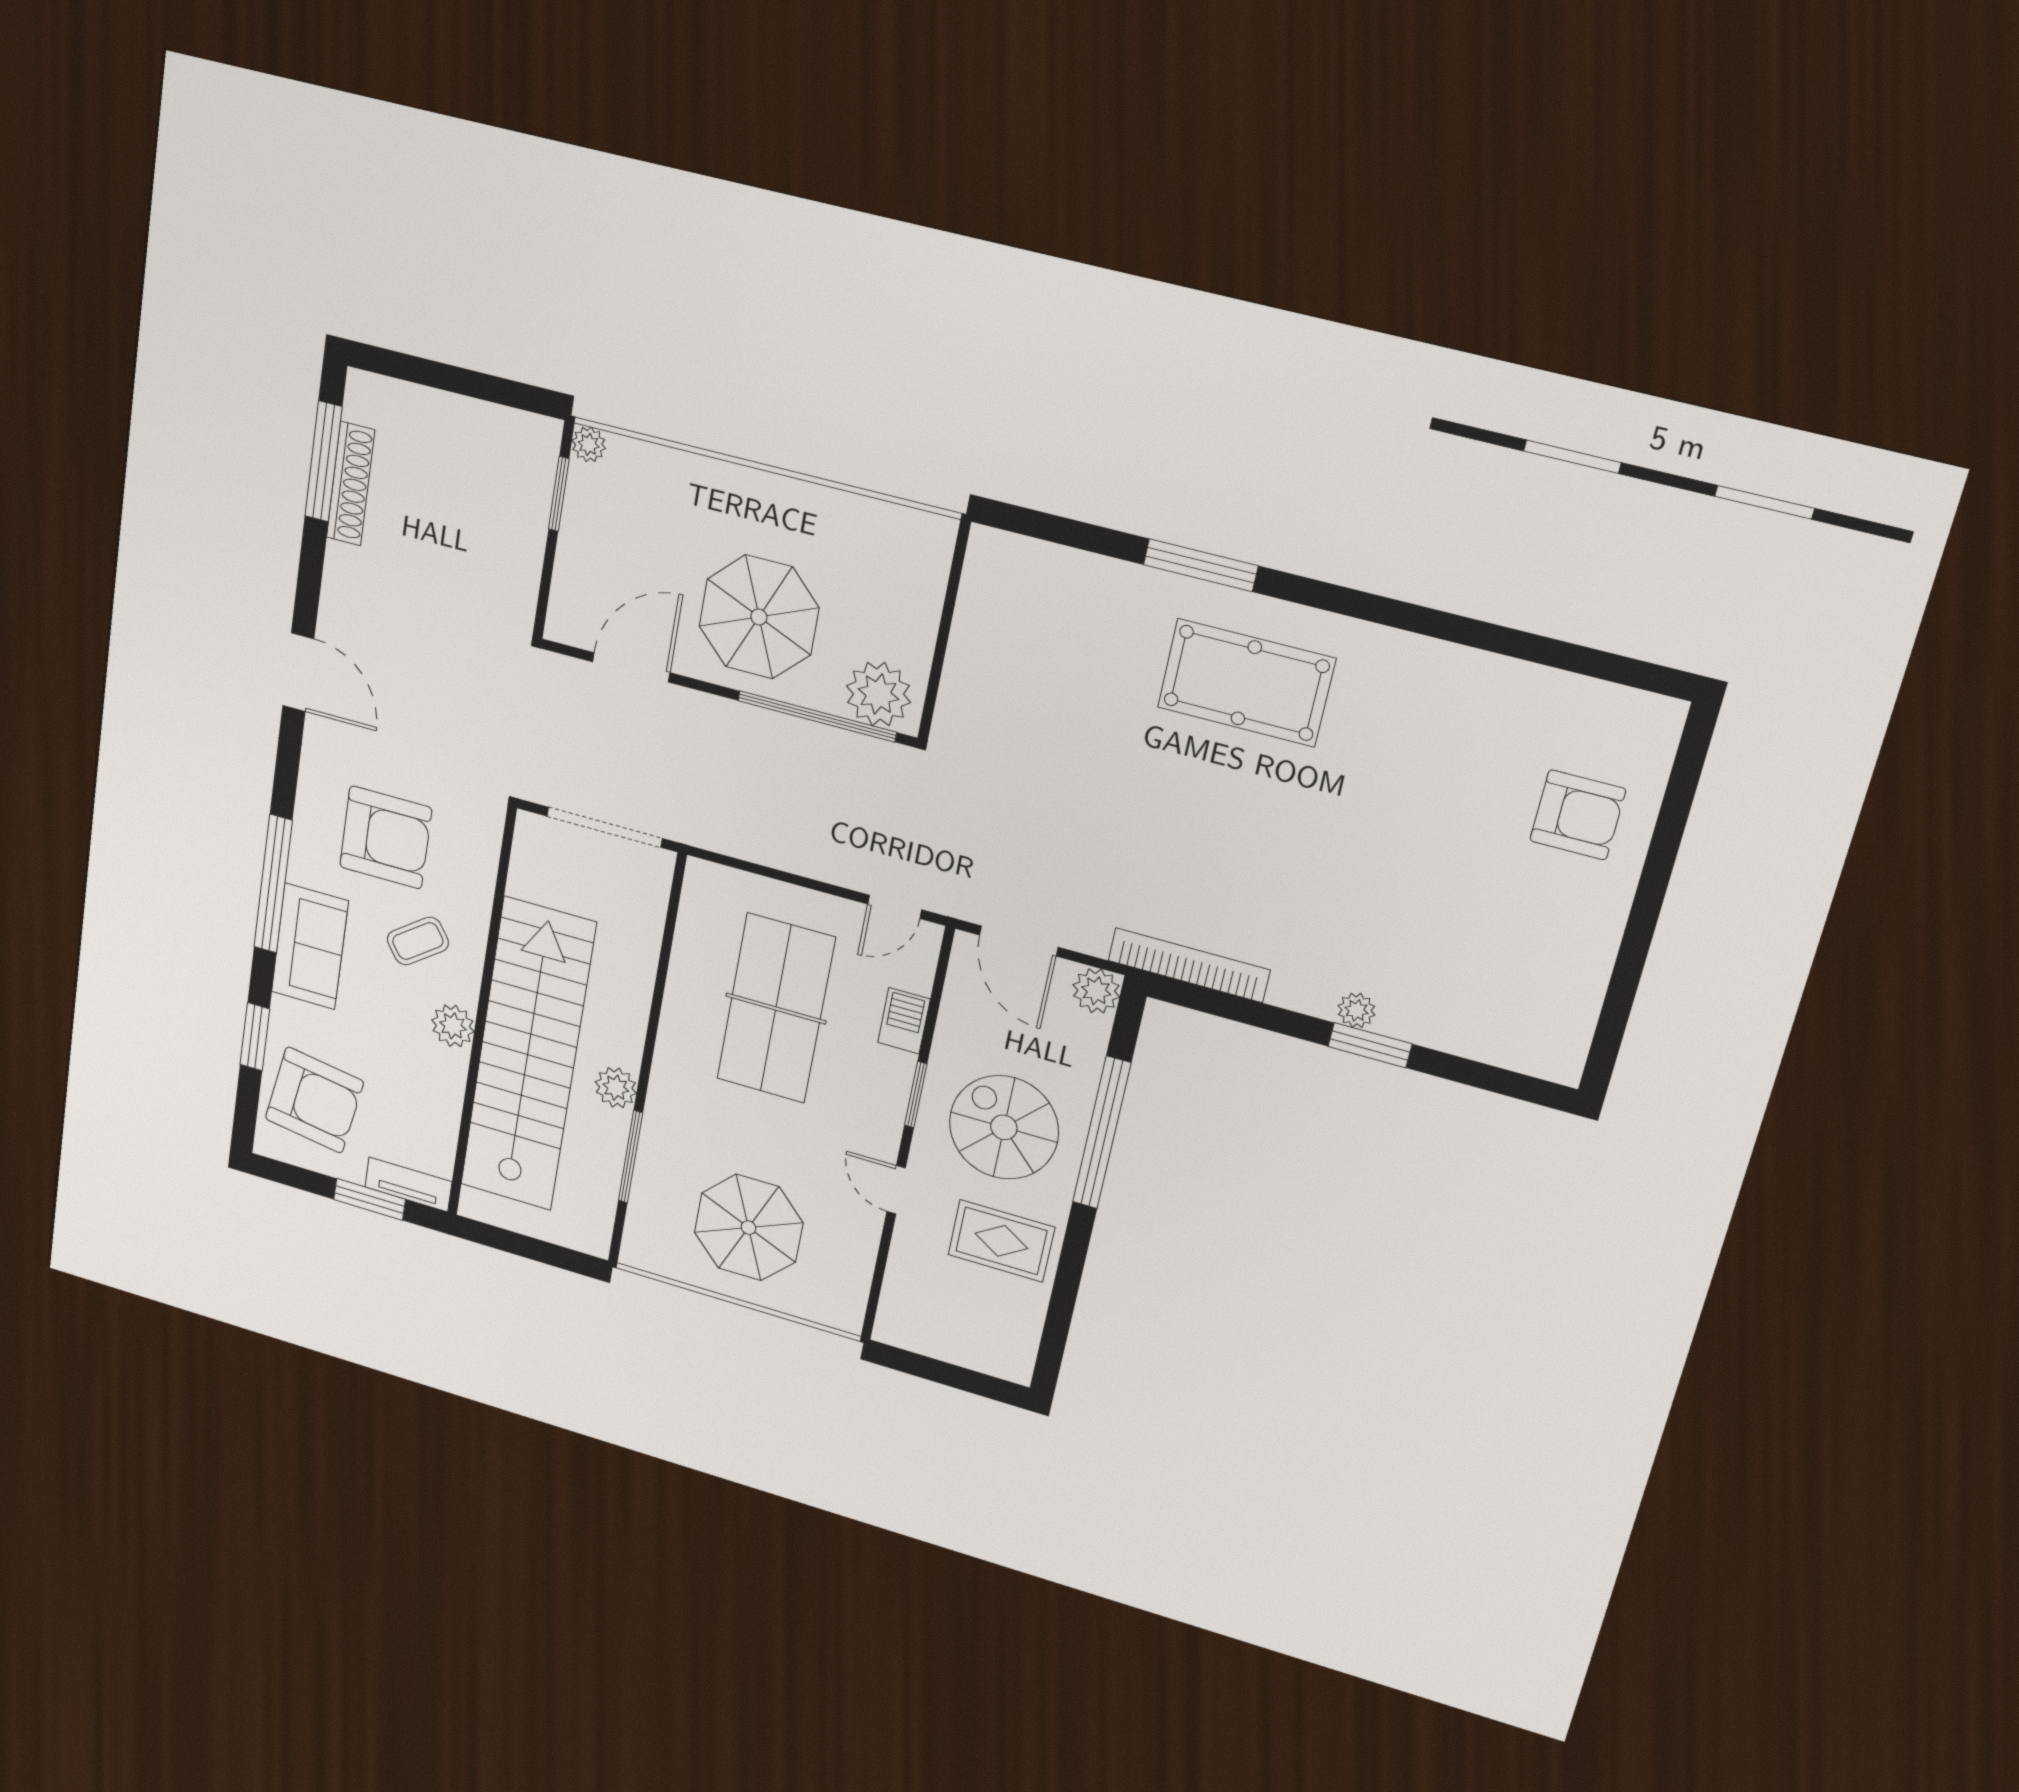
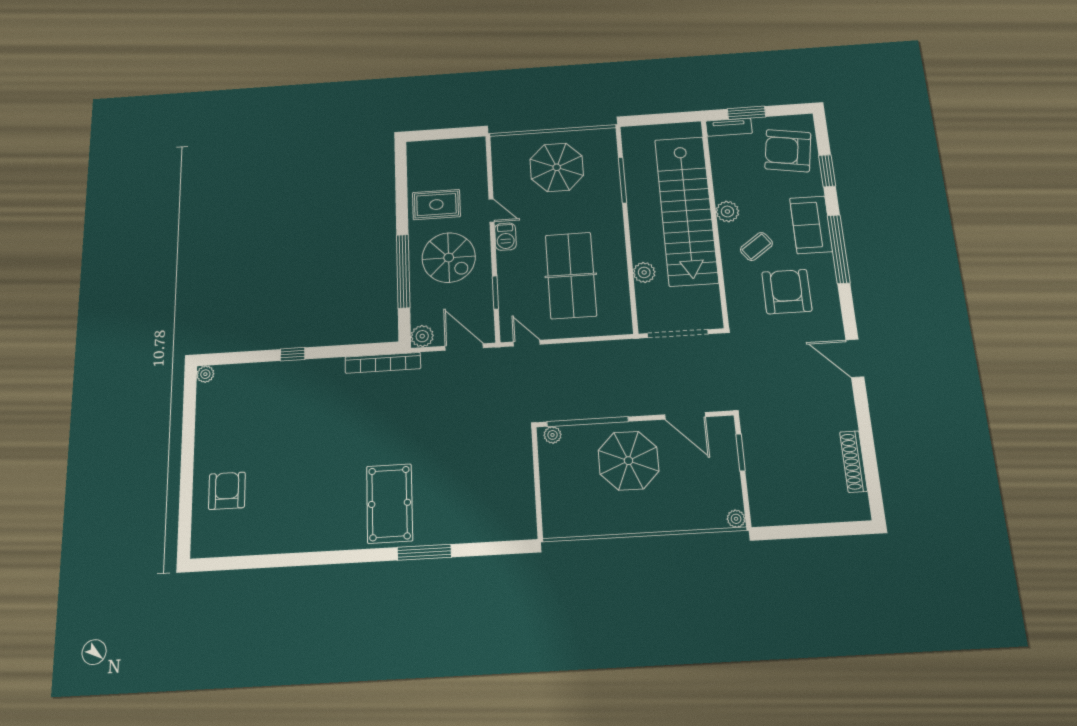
window: (323, 461) -> (871, 468), removed
window: (559, 494) -> (740, 452), moved
door: (631, 667) -> (685, 416), hinge flipped
pool table: (1246, 683) -> (390, 503), turned 90
plant: (878, 694) -> (553, 435), width x0.53, depth x0.53
armchair: (1578, 815) -> (227, 491), turned 90
armchair: (386, 837) -> (787, 292), turned 90
door: (895, 907) -> (527, 343), hinge flipped
plant: (1356, 1010) -> (205, 374), moved
barbecue: (904, 1021) -> (505, 237), moved
window: (1370, 1045) -> (293, 354), width x0.67
plant: (616, 1088) -> (644, 272), moved
window: (916, 1095) -> (495, 292), moved

